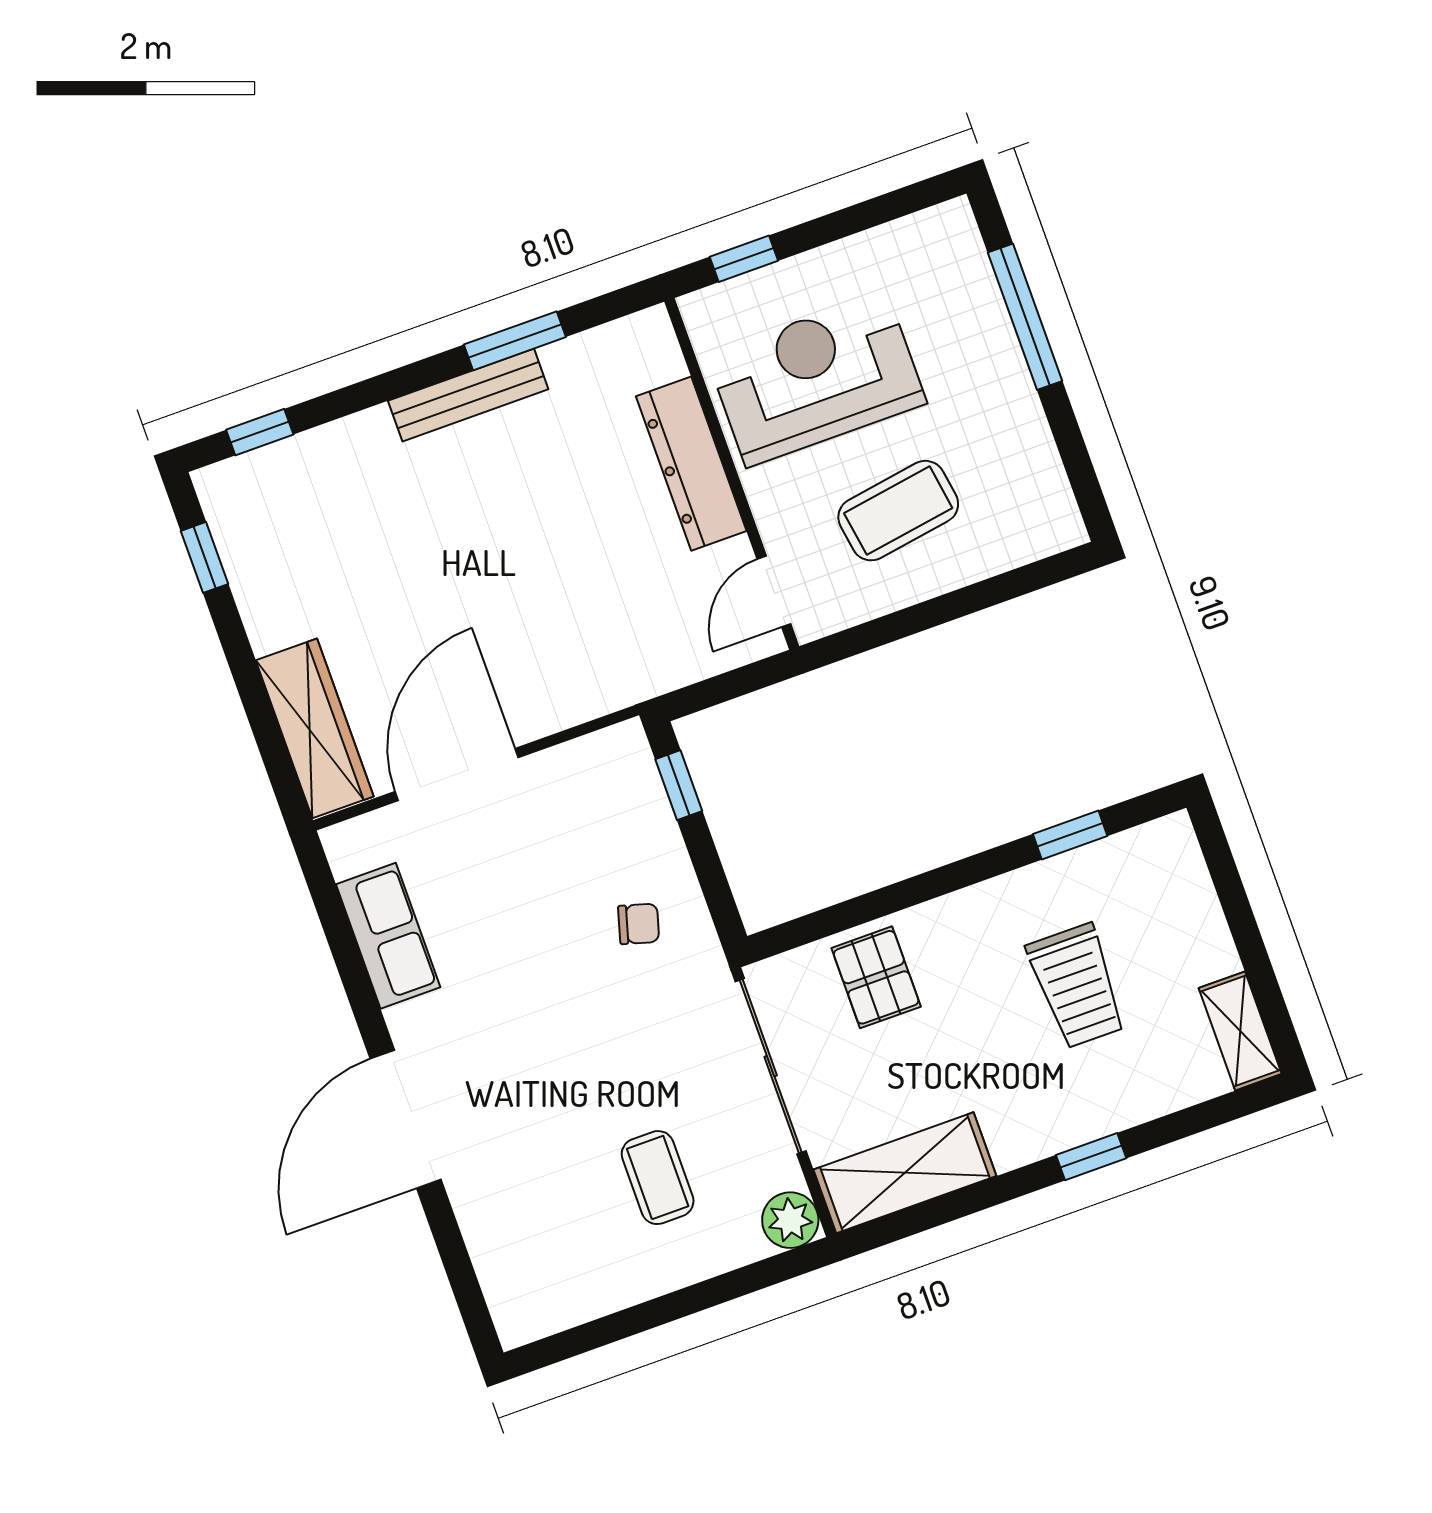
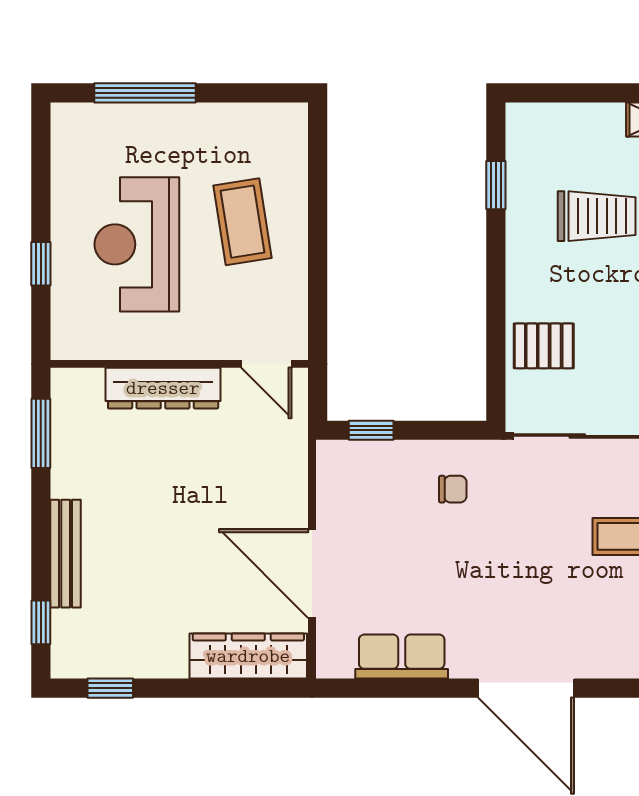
bench: (468, 395) -> (66, 554), moved
dresser: (691, 464) -> (163, 388), moved
wall: (732, 474) -> (179, 364), moved
door: (774, 592) -> (266, 364), moved
chair: (639, 924) -> (453, 489), turned 74

